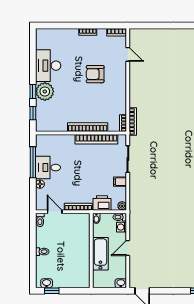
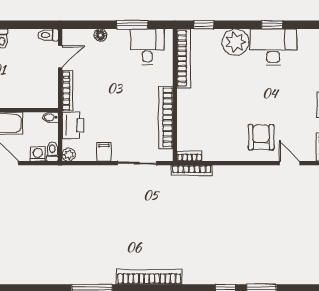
door: (128, 54) -> (290, 163), swing flipped
armchair: (95, 74) -> (261, 137), moved
window: (33, 92) -> (272, 25), moved
bookcase: (88, 127) -> (184, 58), moved
window: (33, 162) -> (132, 25), width x0.69
desk: (48, 168) -> (147, 47), moved

